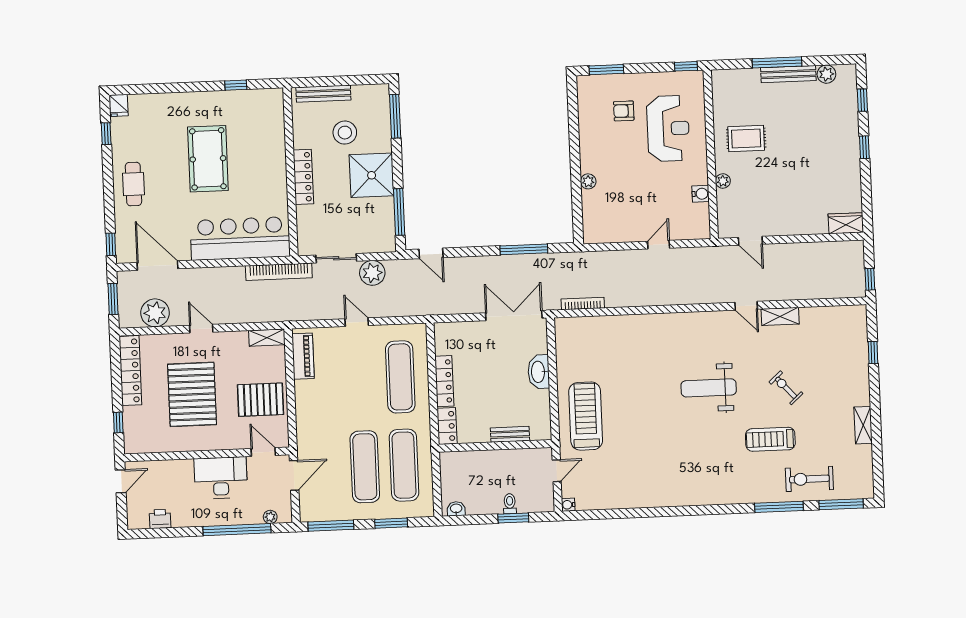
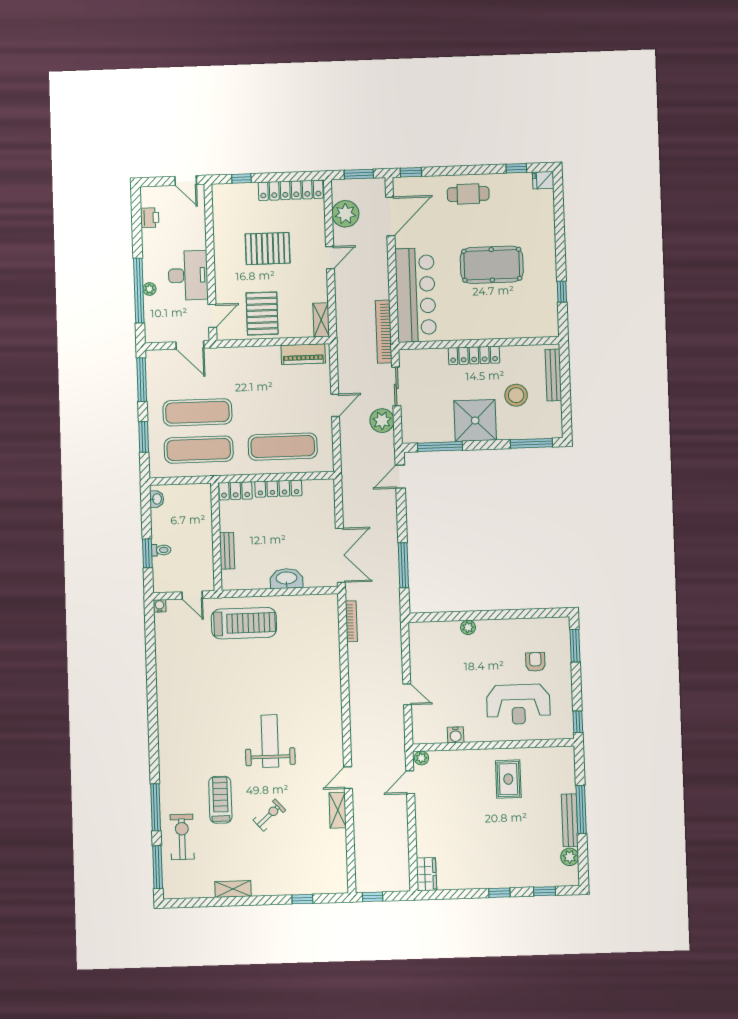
plant: (723, 181) -> (421, 758), moved
pallet: (192, 394) -> (268, 249), width x0.73, depth x0.71
plant: (270, 517) -> (149, 289), moved

